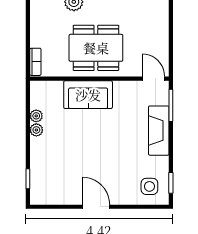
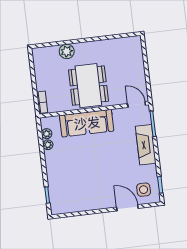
dining table: (96, 48) -> (88, 86), turned 90
sofa: (88, 95) -> (87, 123), width x1.36
plant: (36, 130) -> (47, 134), moved
door: (96, 207) -> (127, 208), moved

